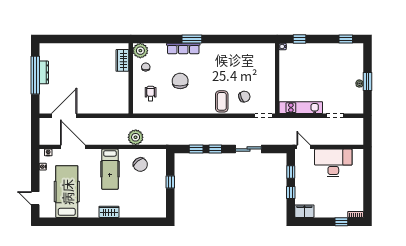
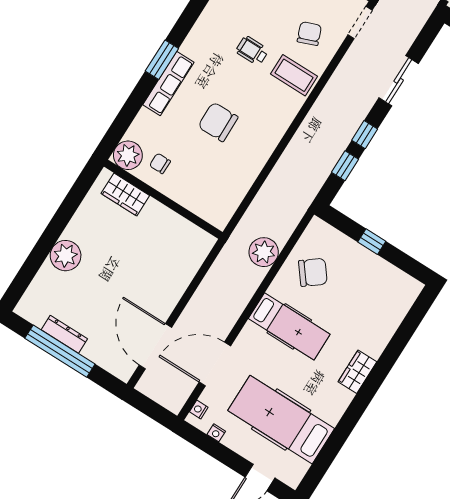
plant: (79, 51) -> (66, 256), added
wheelchair: (151, 93) -> (252, 51), moved

